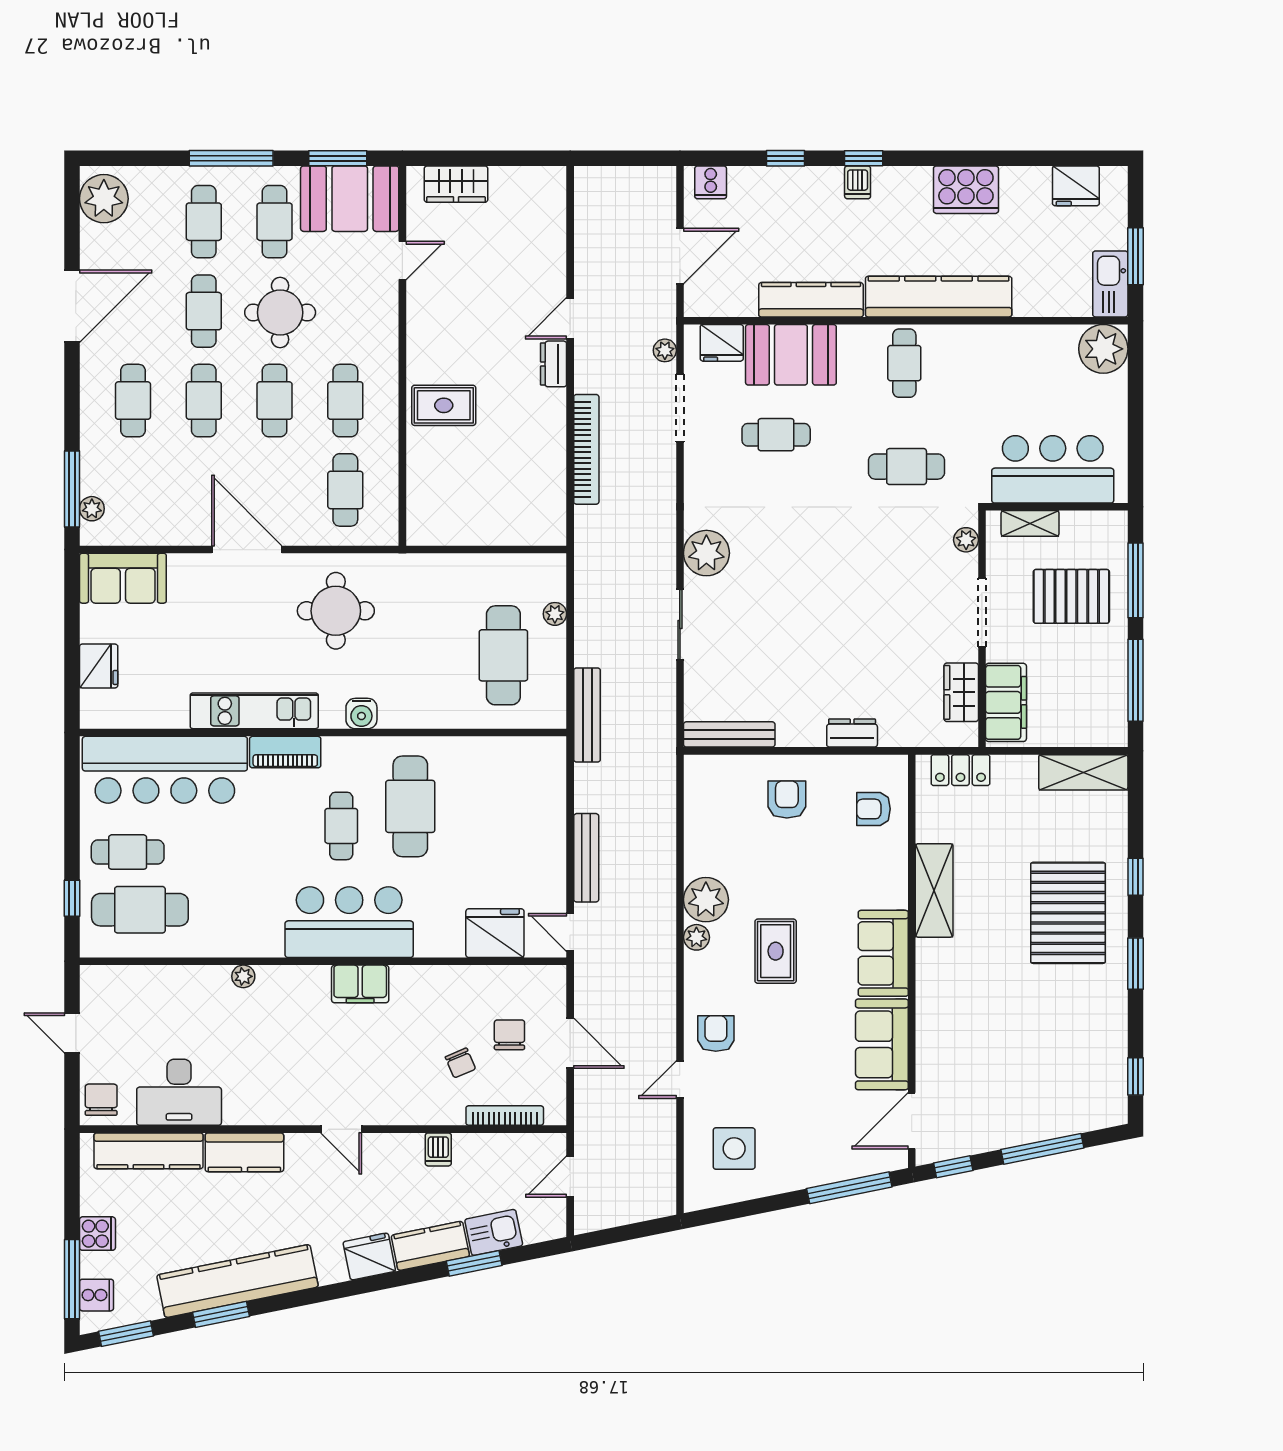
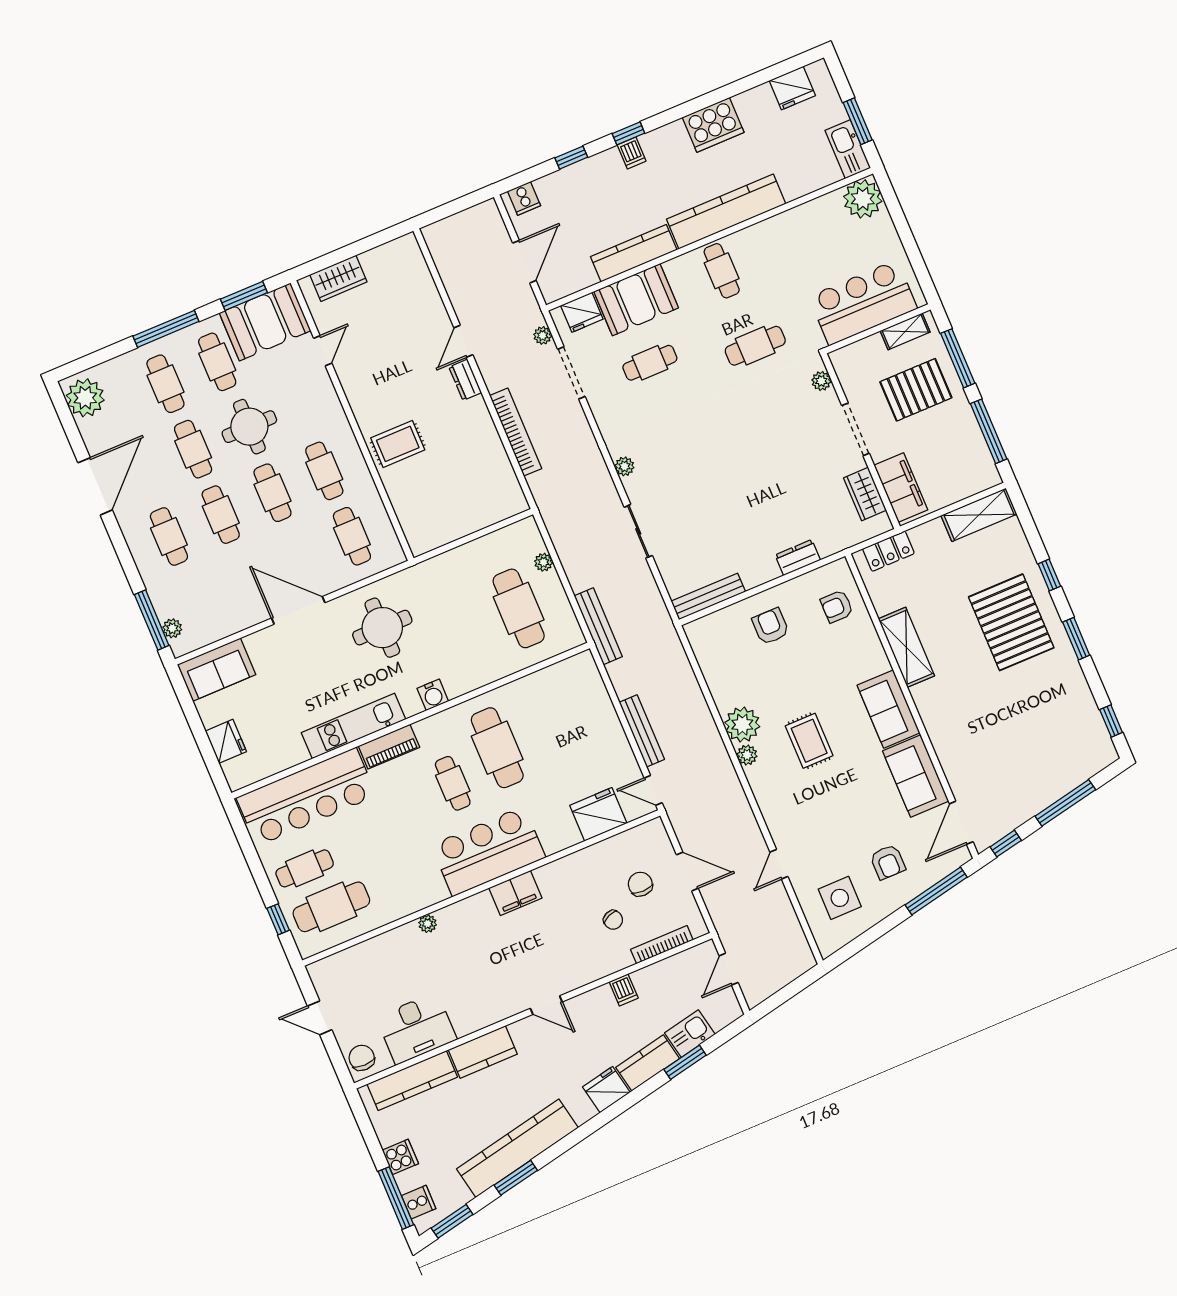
shelving: (1030, 523) -> (905, 331), moved
plant: (706, 553) -> (624, 466), width x0.53, depth x0.53
armchair: (716, 1034) -> (888, 862), moved, turned 180

